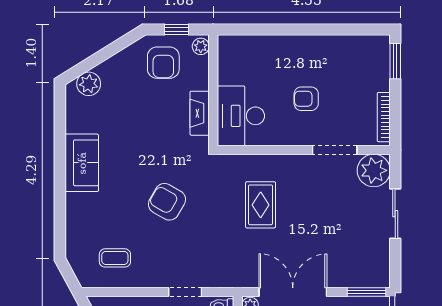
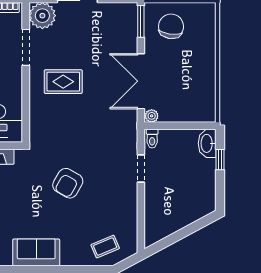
rug: (261, 205) -> (63, 82), moved
coffee table: (115, 258) -> (105, 247), moved, turned 67

